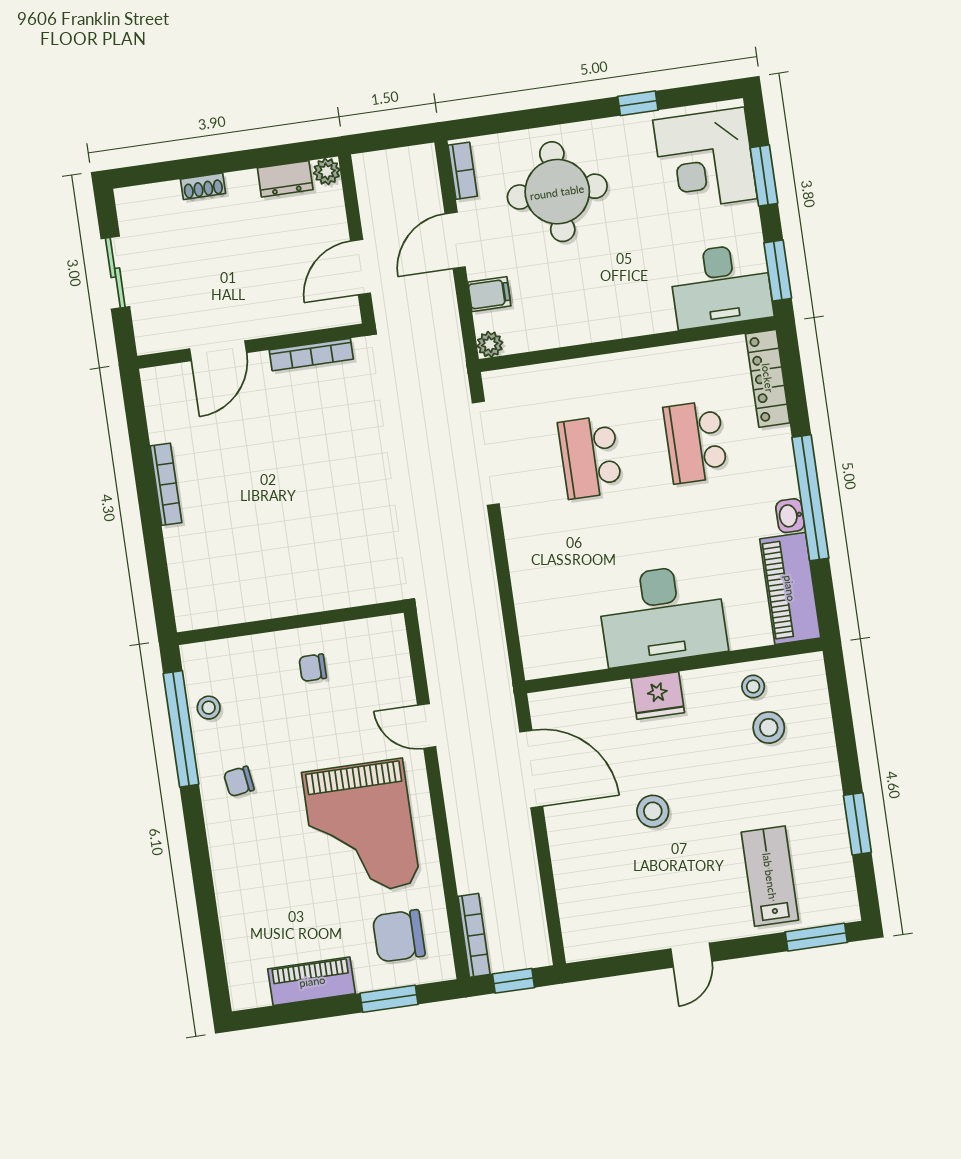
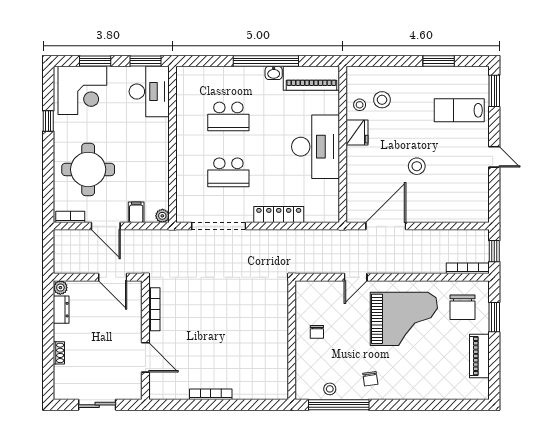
locker: (768, 378) -> (279, 214), moved, turned 180
fridge: (658, 695) -> (357, 133), moved

